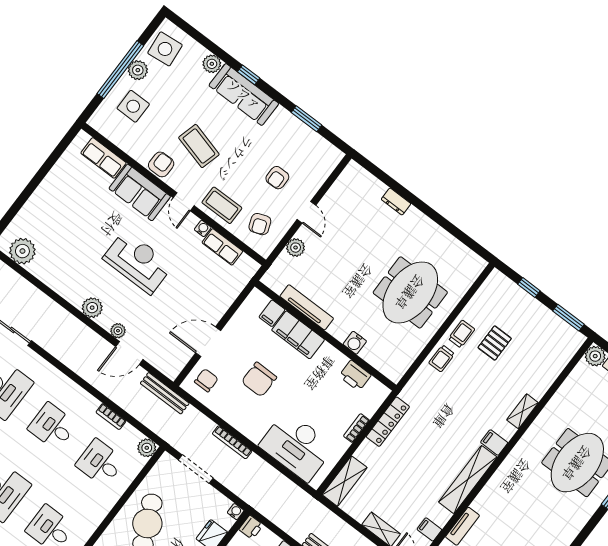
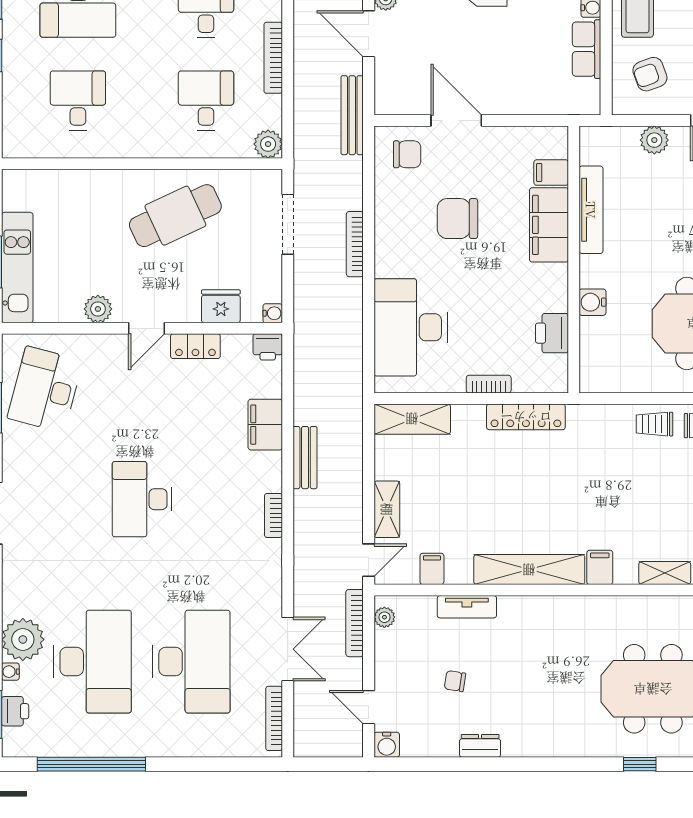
bookcase: (111, 417) -> (273, 58), width x1.56

